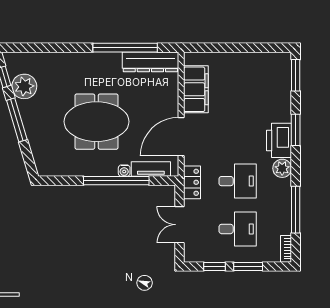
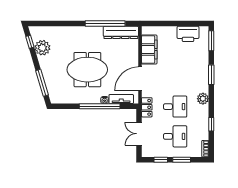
window: (17, 120) -> (42, 83), moved
printer: (279, 140) -> (188, 34), moved, turned -90
window: (296, 210) -> (211, 124), width x0.46

